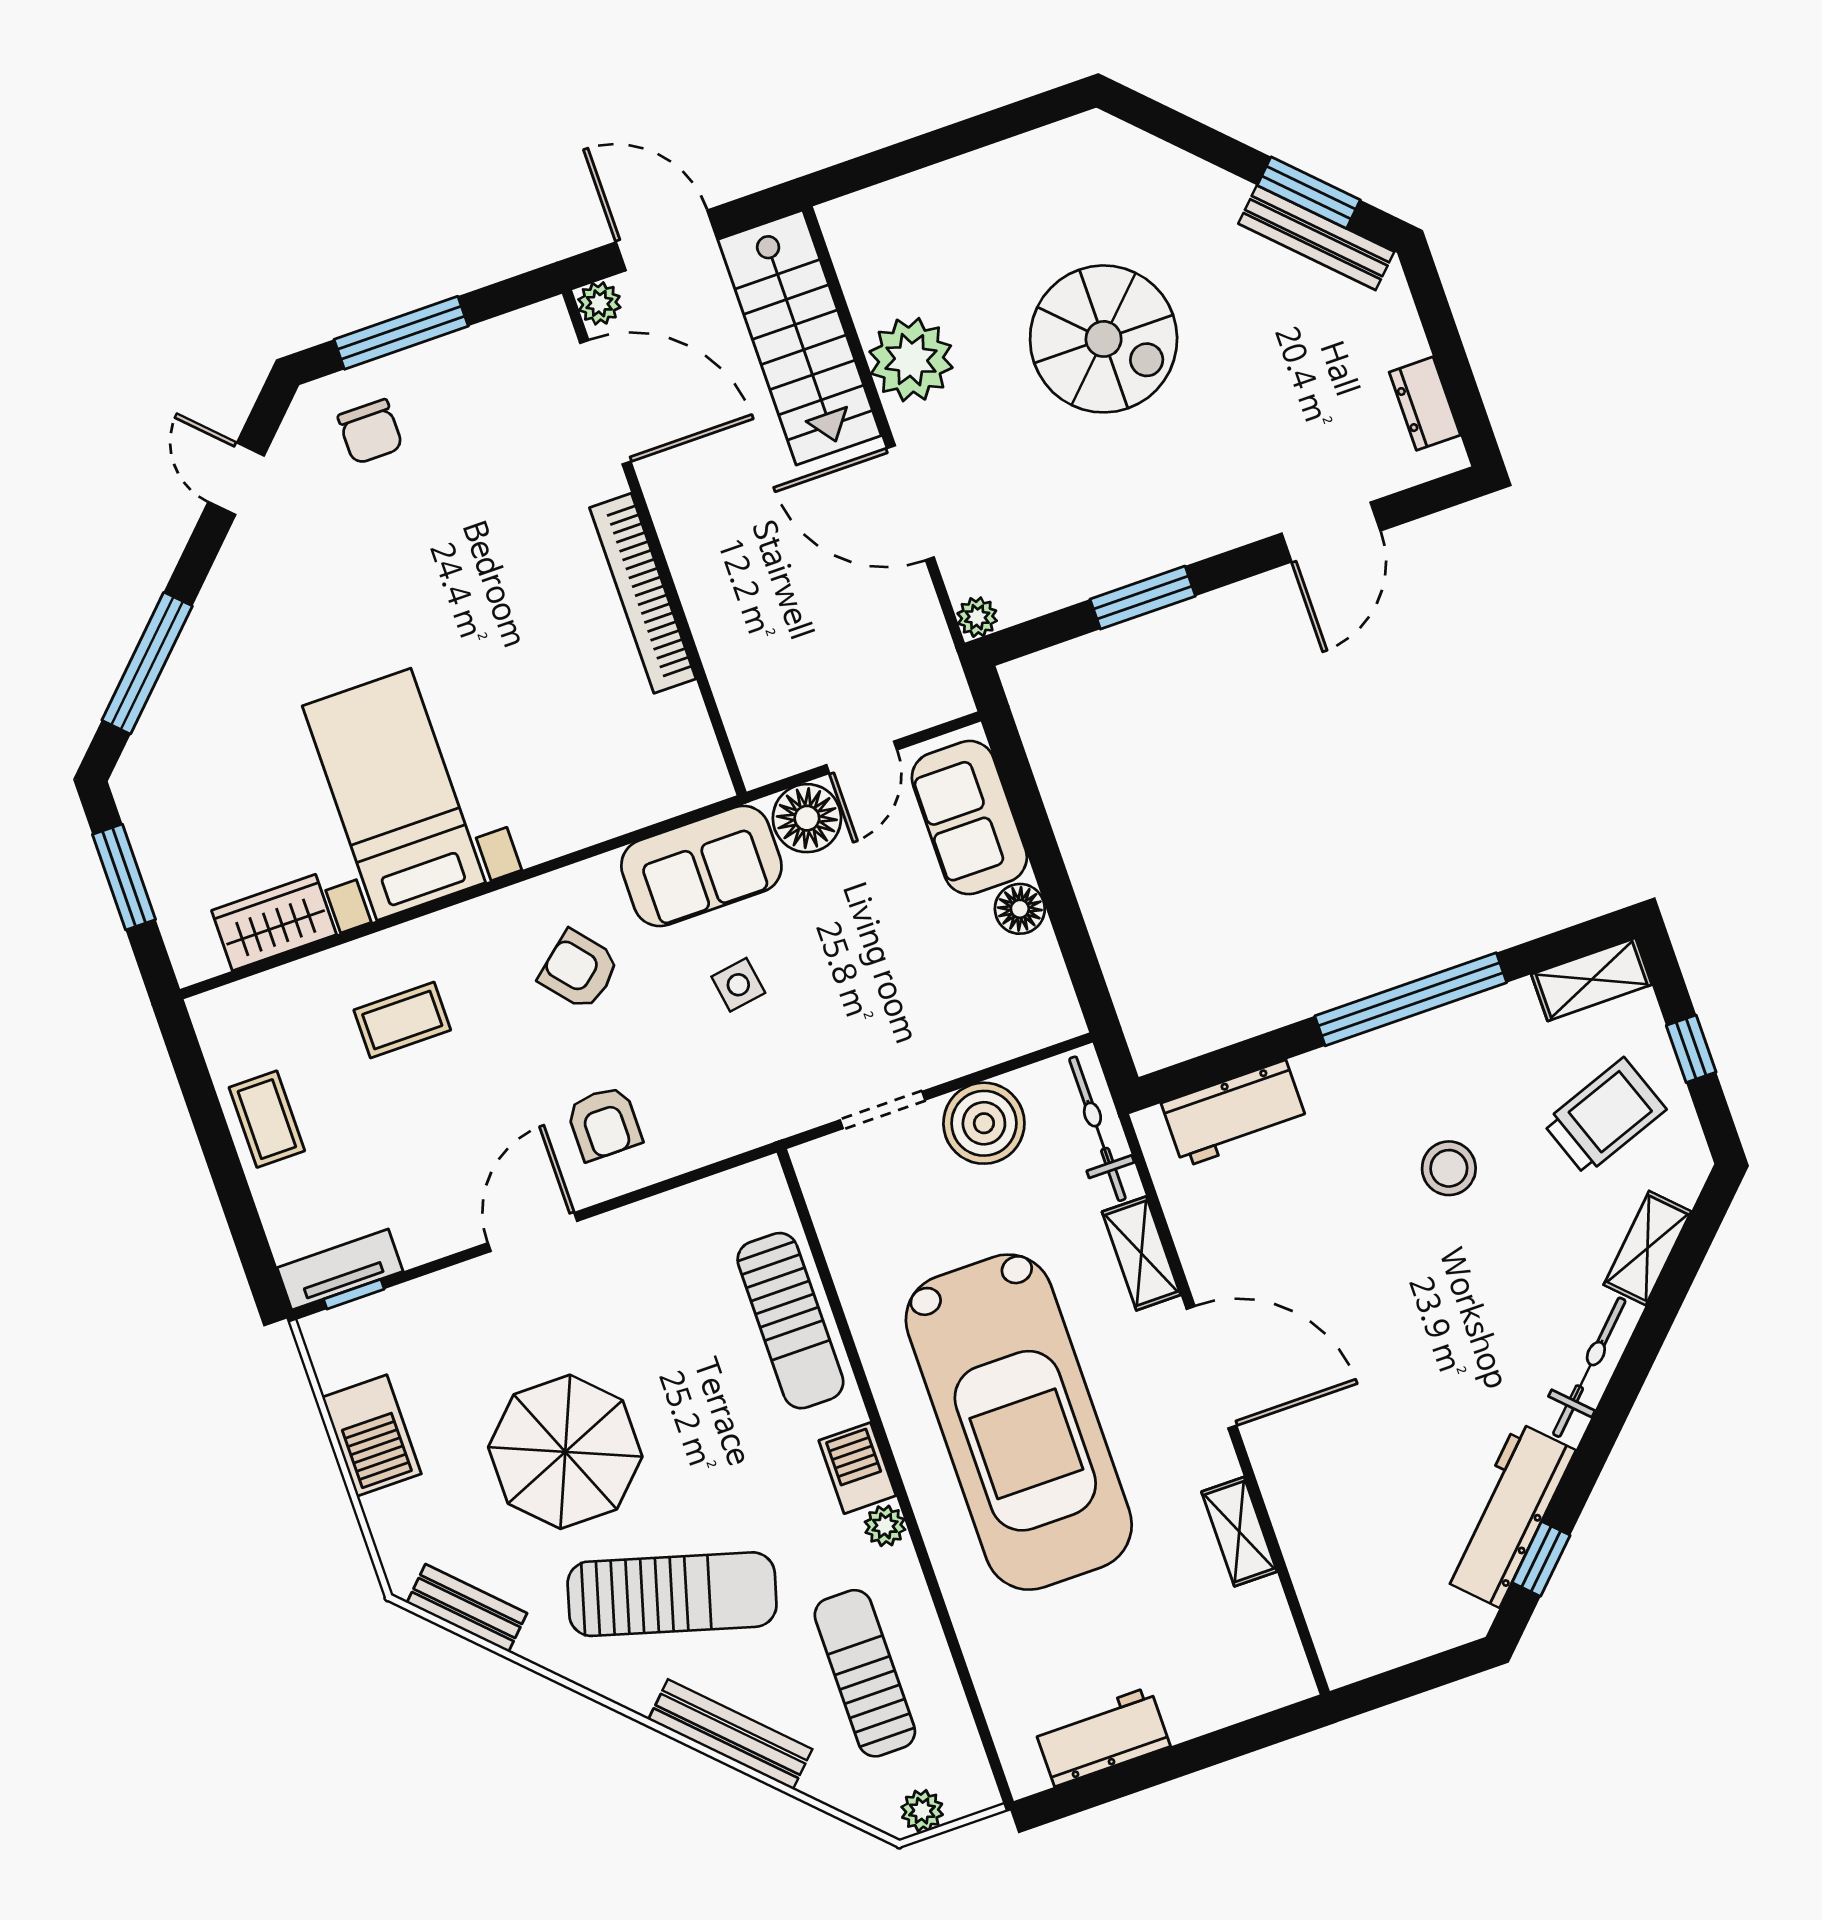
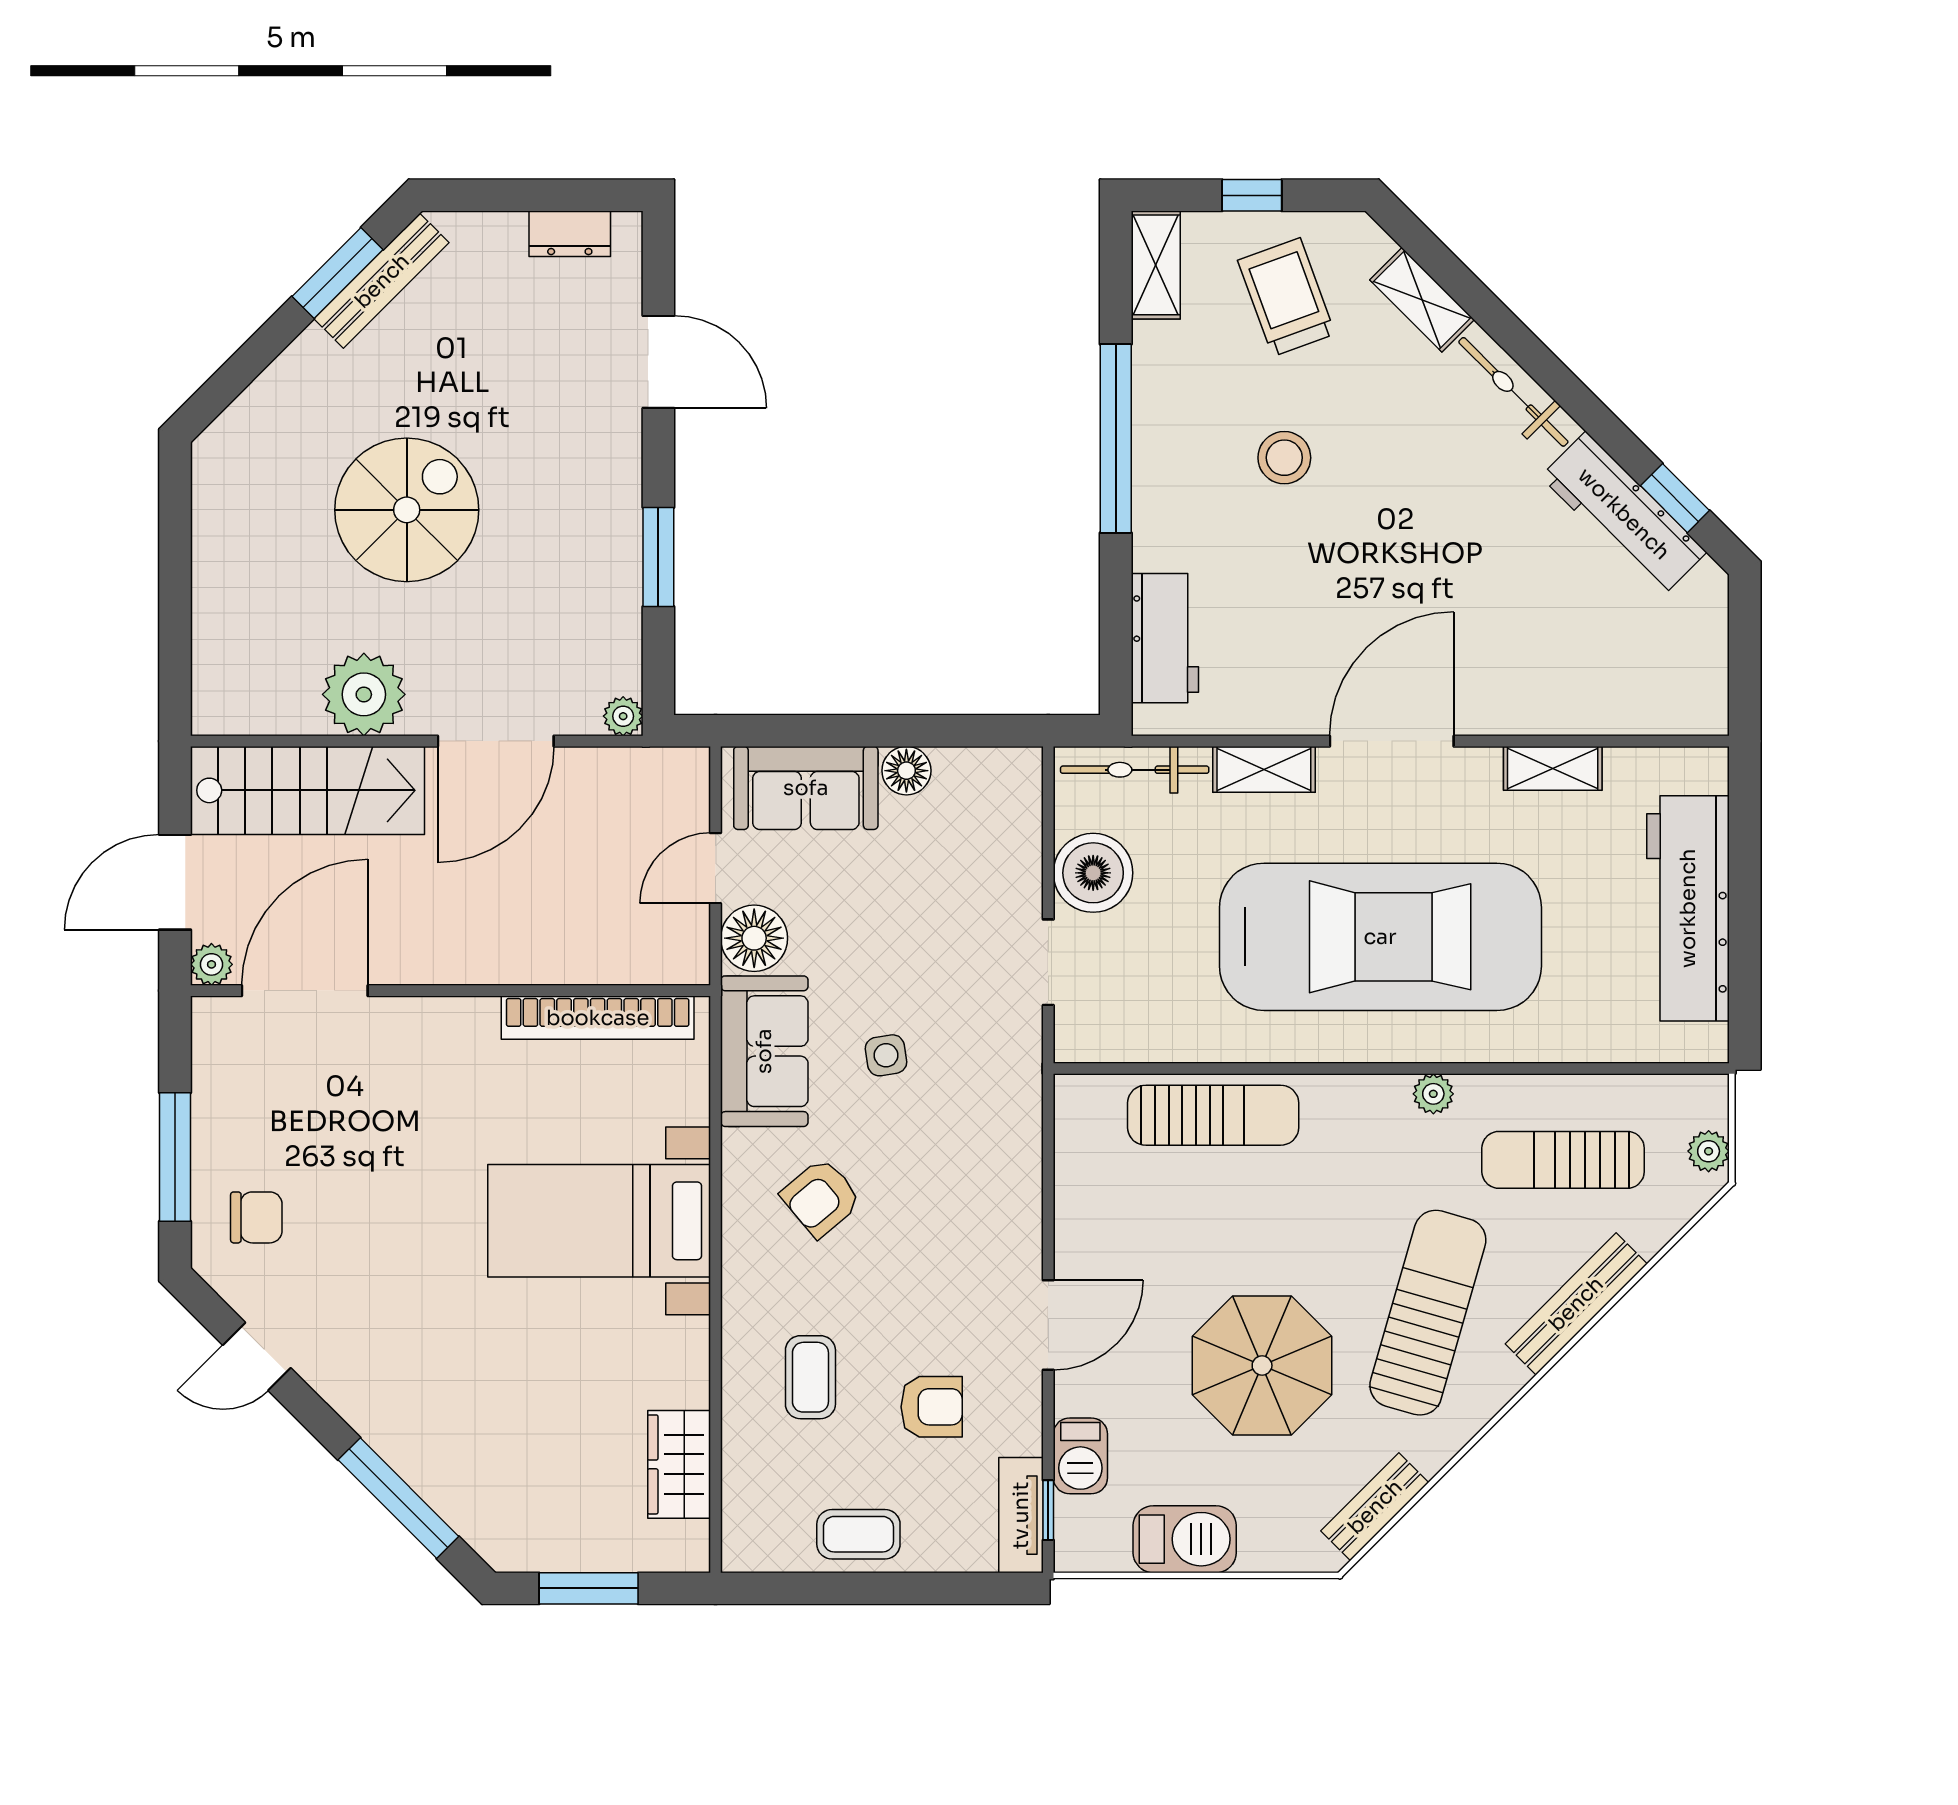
bookcase: (643, 593) -> (598, 1018), moved
door: (862, 757) -> (716, 868), swing flipped
bed with nightstands: (394, 794) -> (599, 1221), moved
armchair: (604, 1123) -> (932, 1407), moved
door: (532, 1232) -> (1048, 1325), swing flipped
barbecue: (857, 1468) -> (1080, 1456), moved, turned -90
workbench: (1102, 1737) -> (1688, 908), width x1.88, depth x1.32

